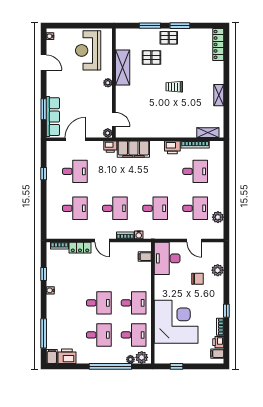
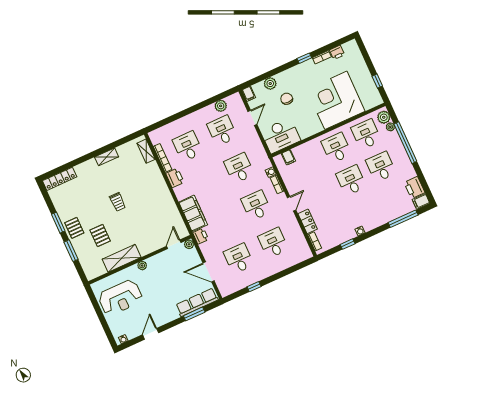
filing cabinet: (217, 354) -> (249, 94), moved

